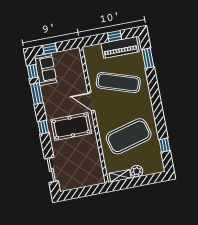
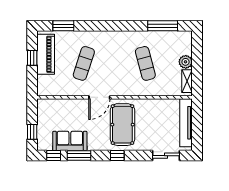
sofa: (45, 69) -> (70, 141), moved
exercise mat: (118, 82) -> (84, 63), width x0.73, depth x0.69
exercise mat: (129, 136) -> (145, 63), width x0.50, depth x0.69
window: (164, 145) -> (163, 26), width x2.17
tv unit: (83, 182) -> (186, 123), added

